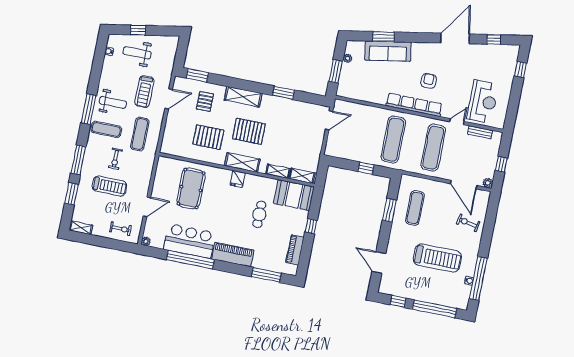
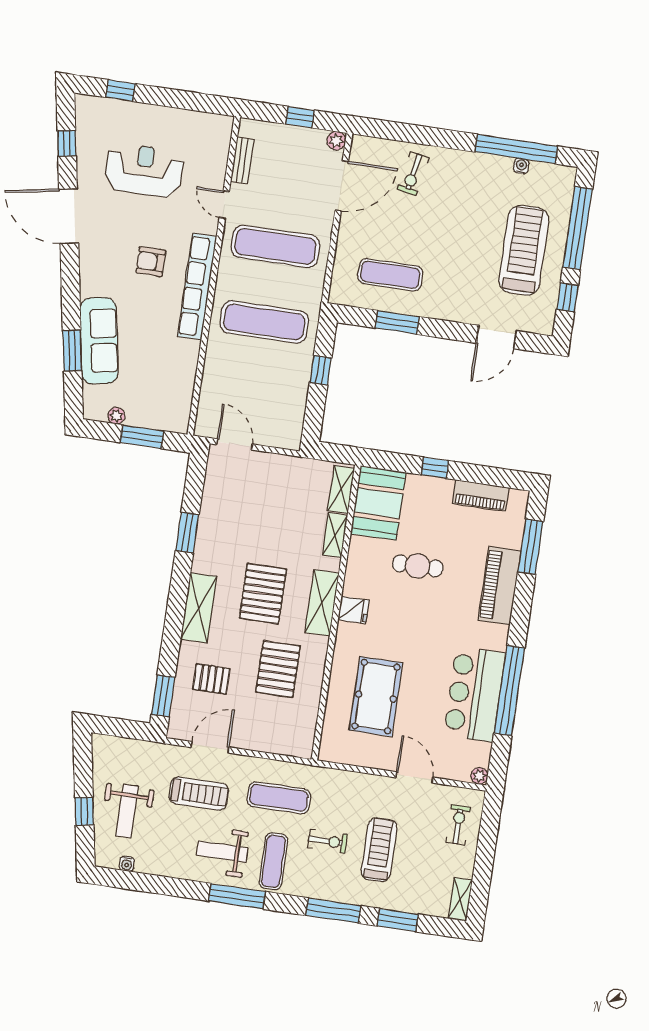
door: (169, 99) -> (210, 747), hinge flipped
weight bench: (113, 102) -> (222, 852), turned -90
reception desk: (483, 102) -> (144, 170), moved
pool table: (191, 188) -> (376, 697), turned 90
piano: (233, 255) -> (499, 586), moved
treadmill: (437, 258) -> (524, 250), moved

